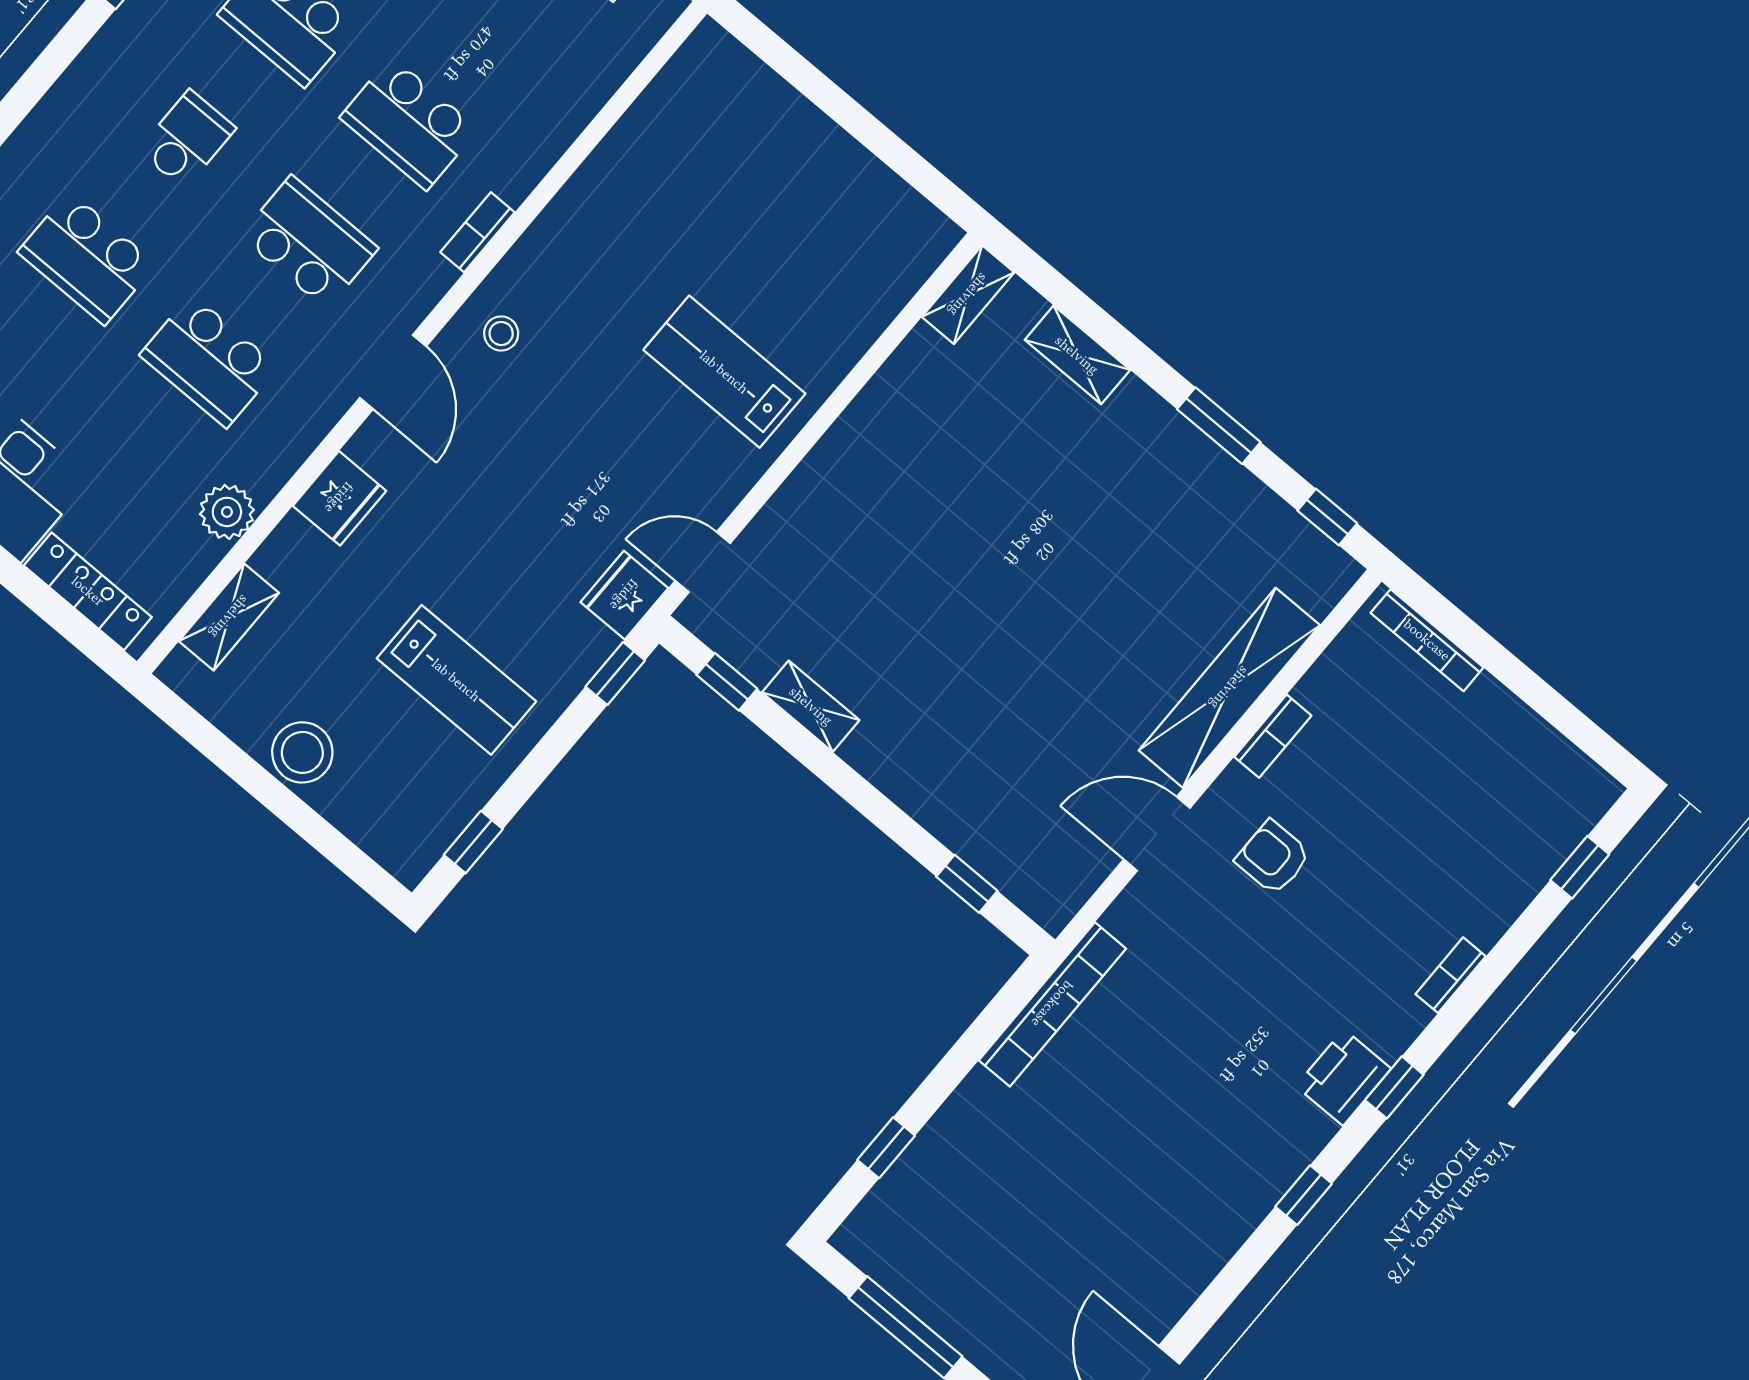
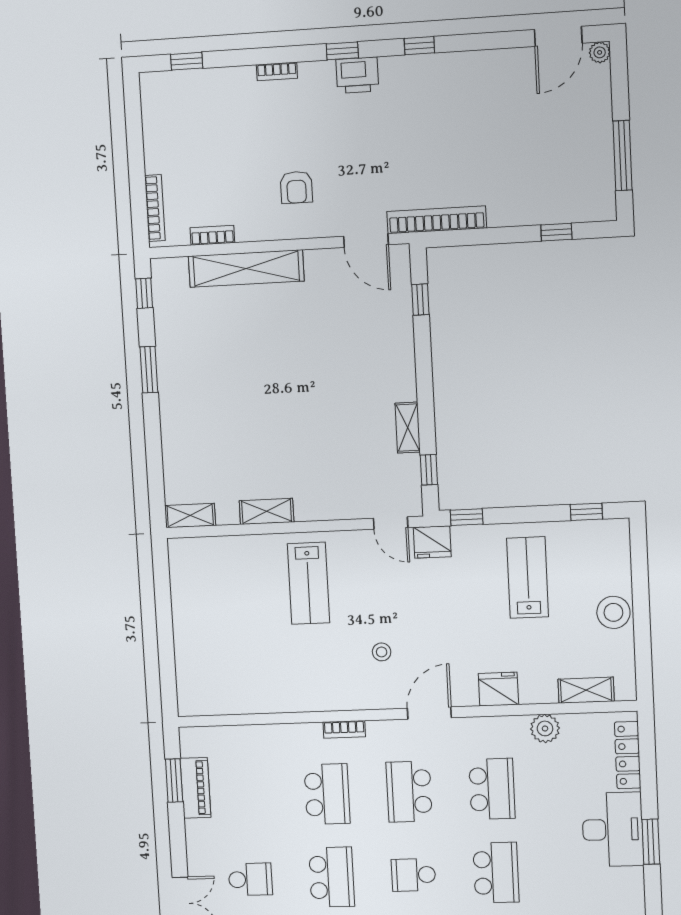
stool: (501, 333) -> (382, 652), moved
shelving: (1077, 355) -> (267, 511), moved, turned 90
bookcase: (1273, 736) -> (212, 235), moved
door: (1157, 834) -> (366, 241), moved

